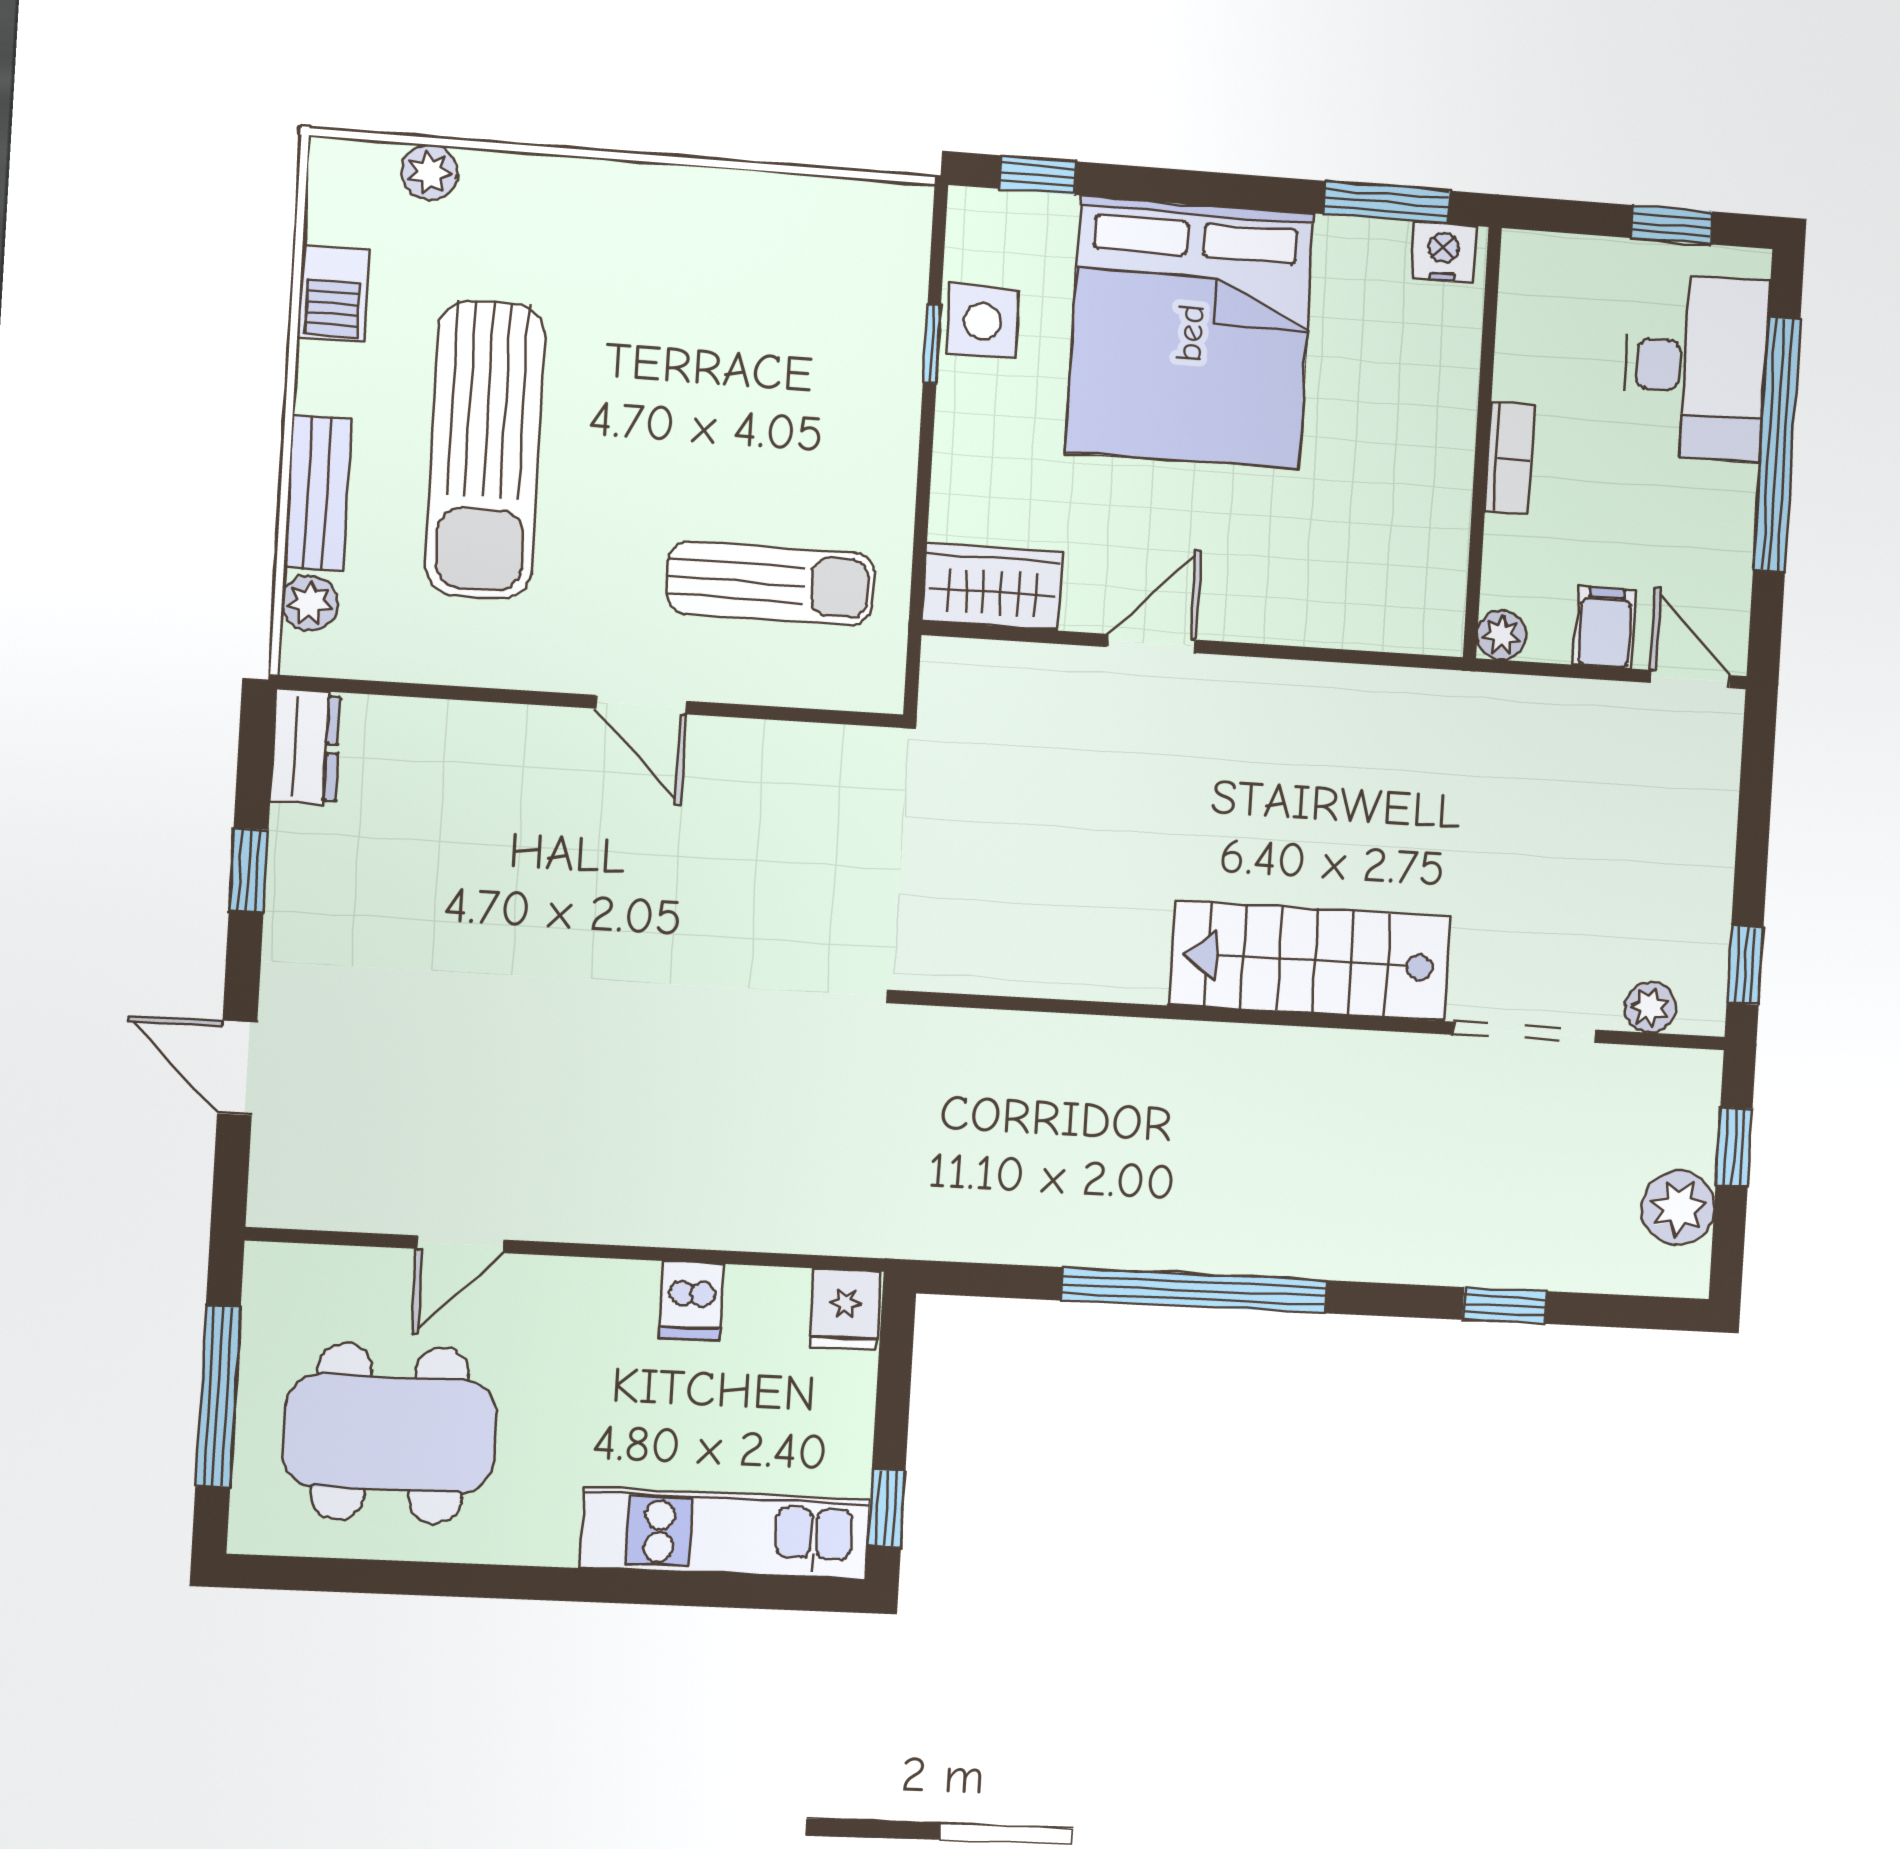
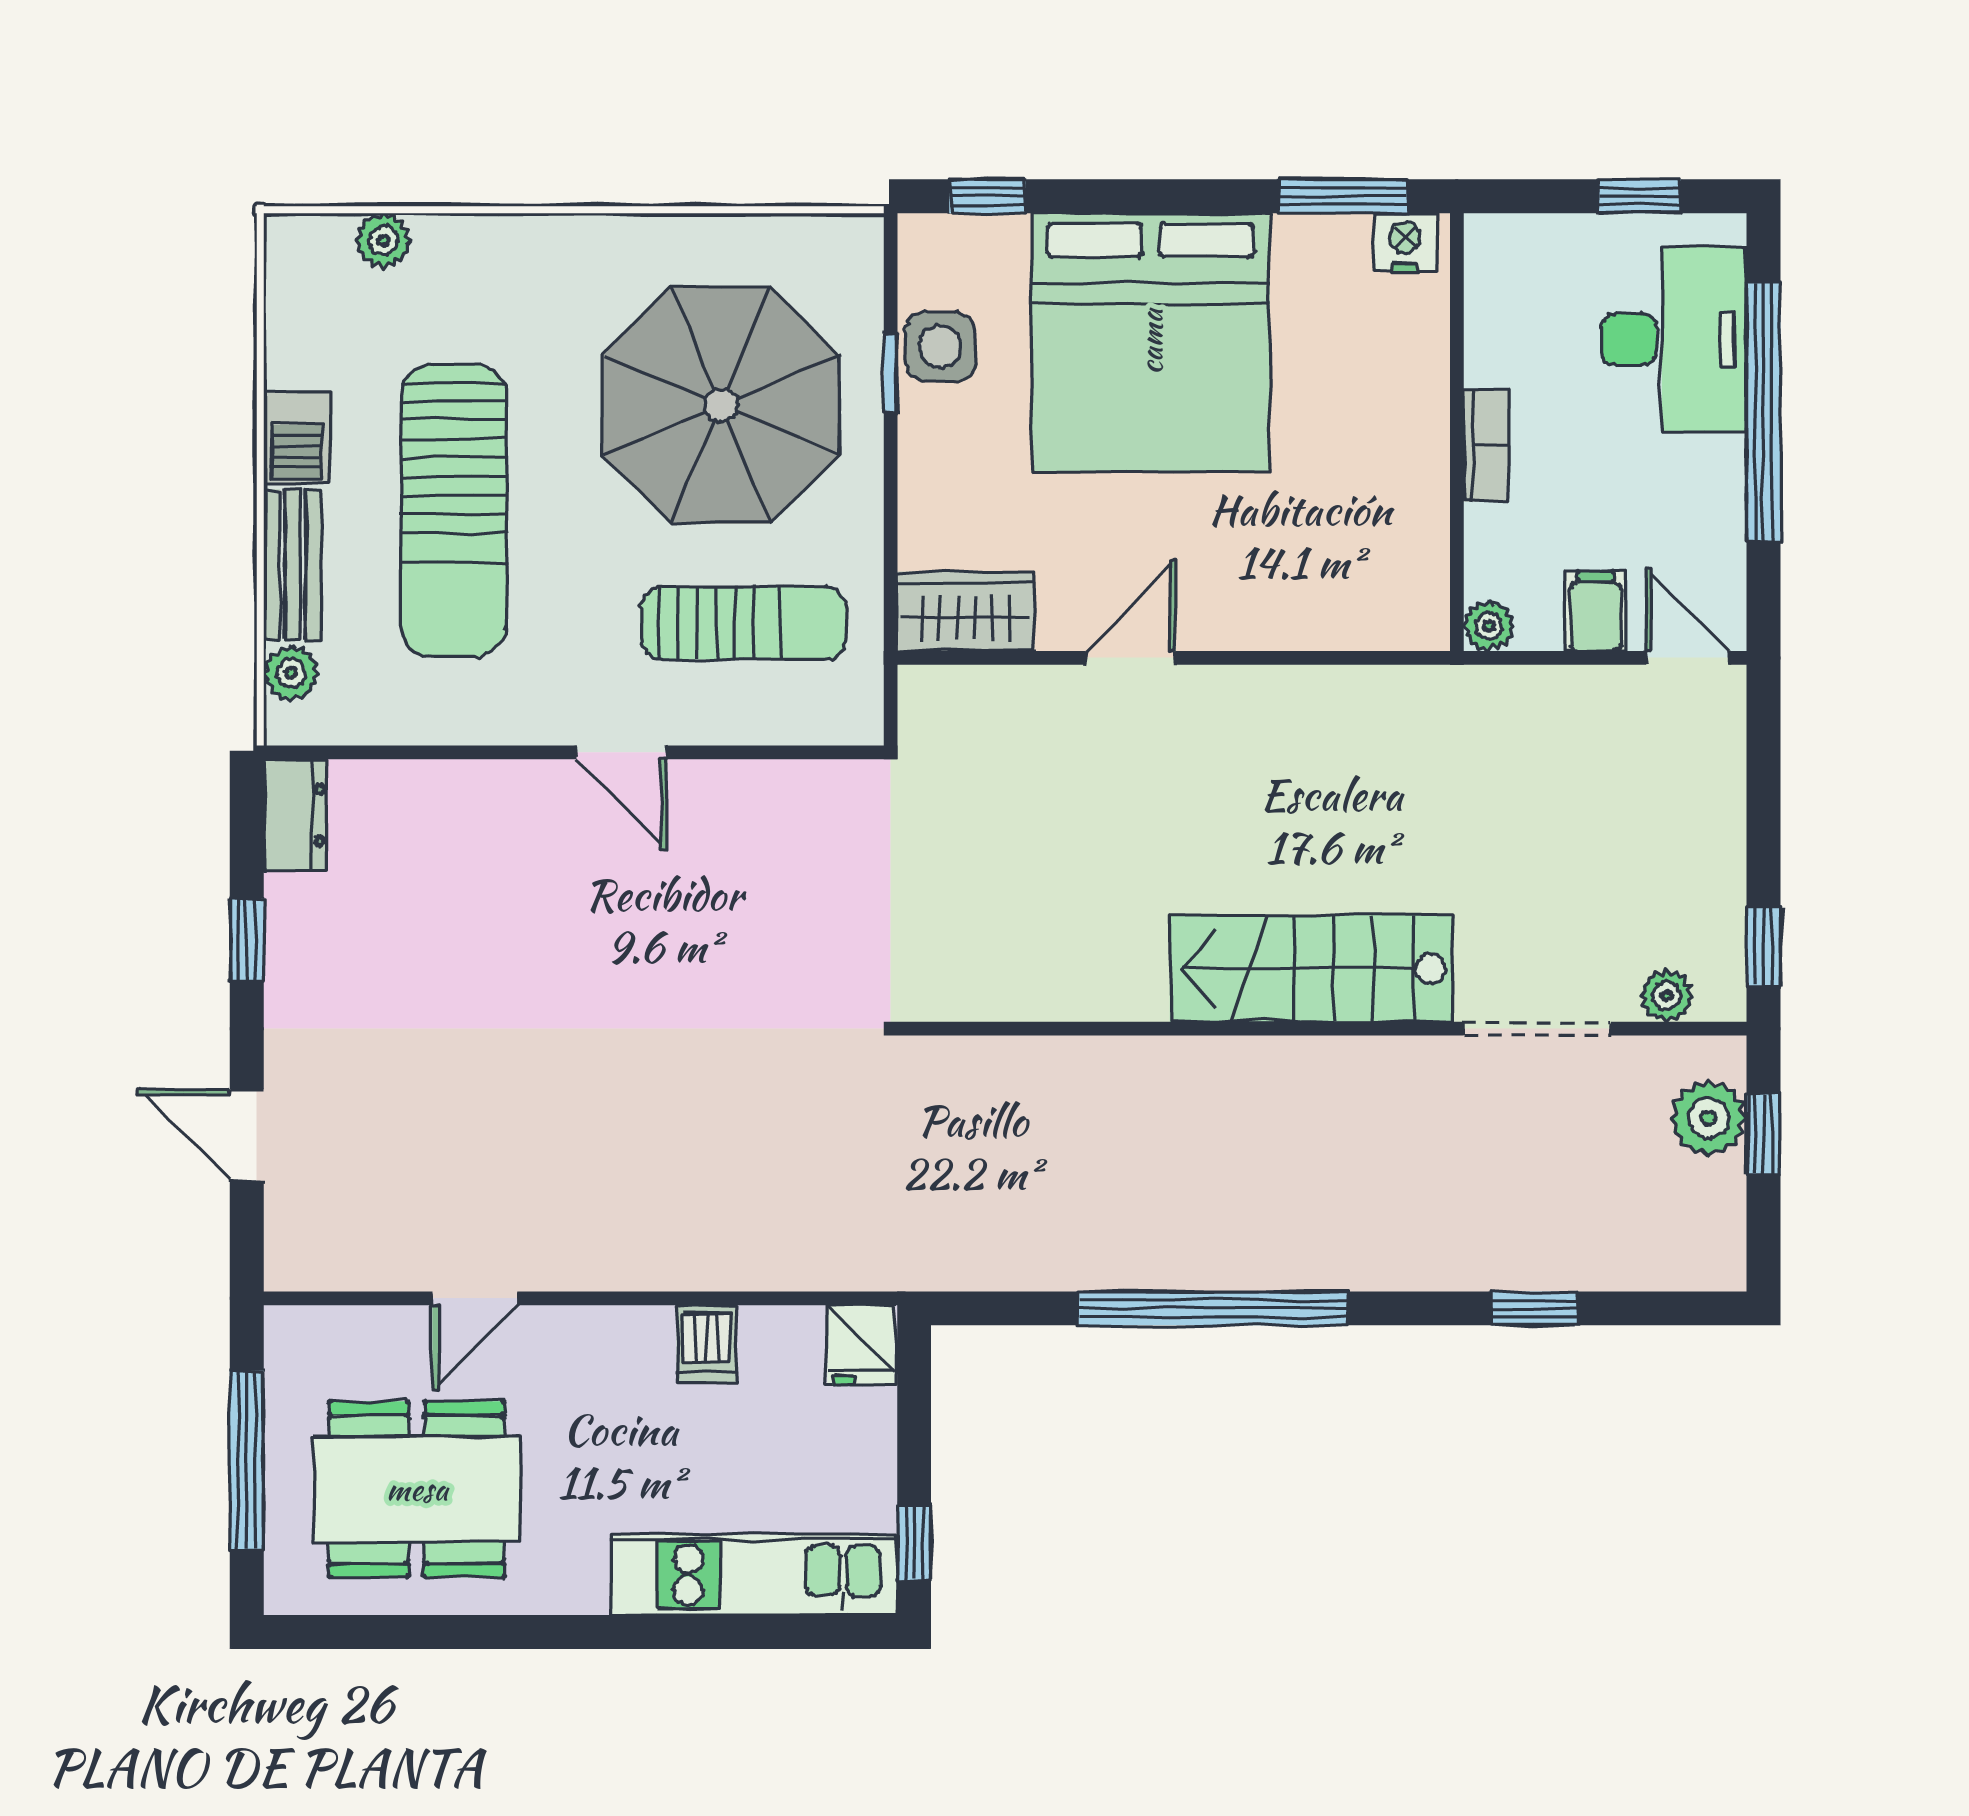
barbecue: (333, 294) -> (296, 438), moved
parasol: (761, 364) -> (721, 405), added
plant: (1678, 1208) -> (1709, 1118), moved

